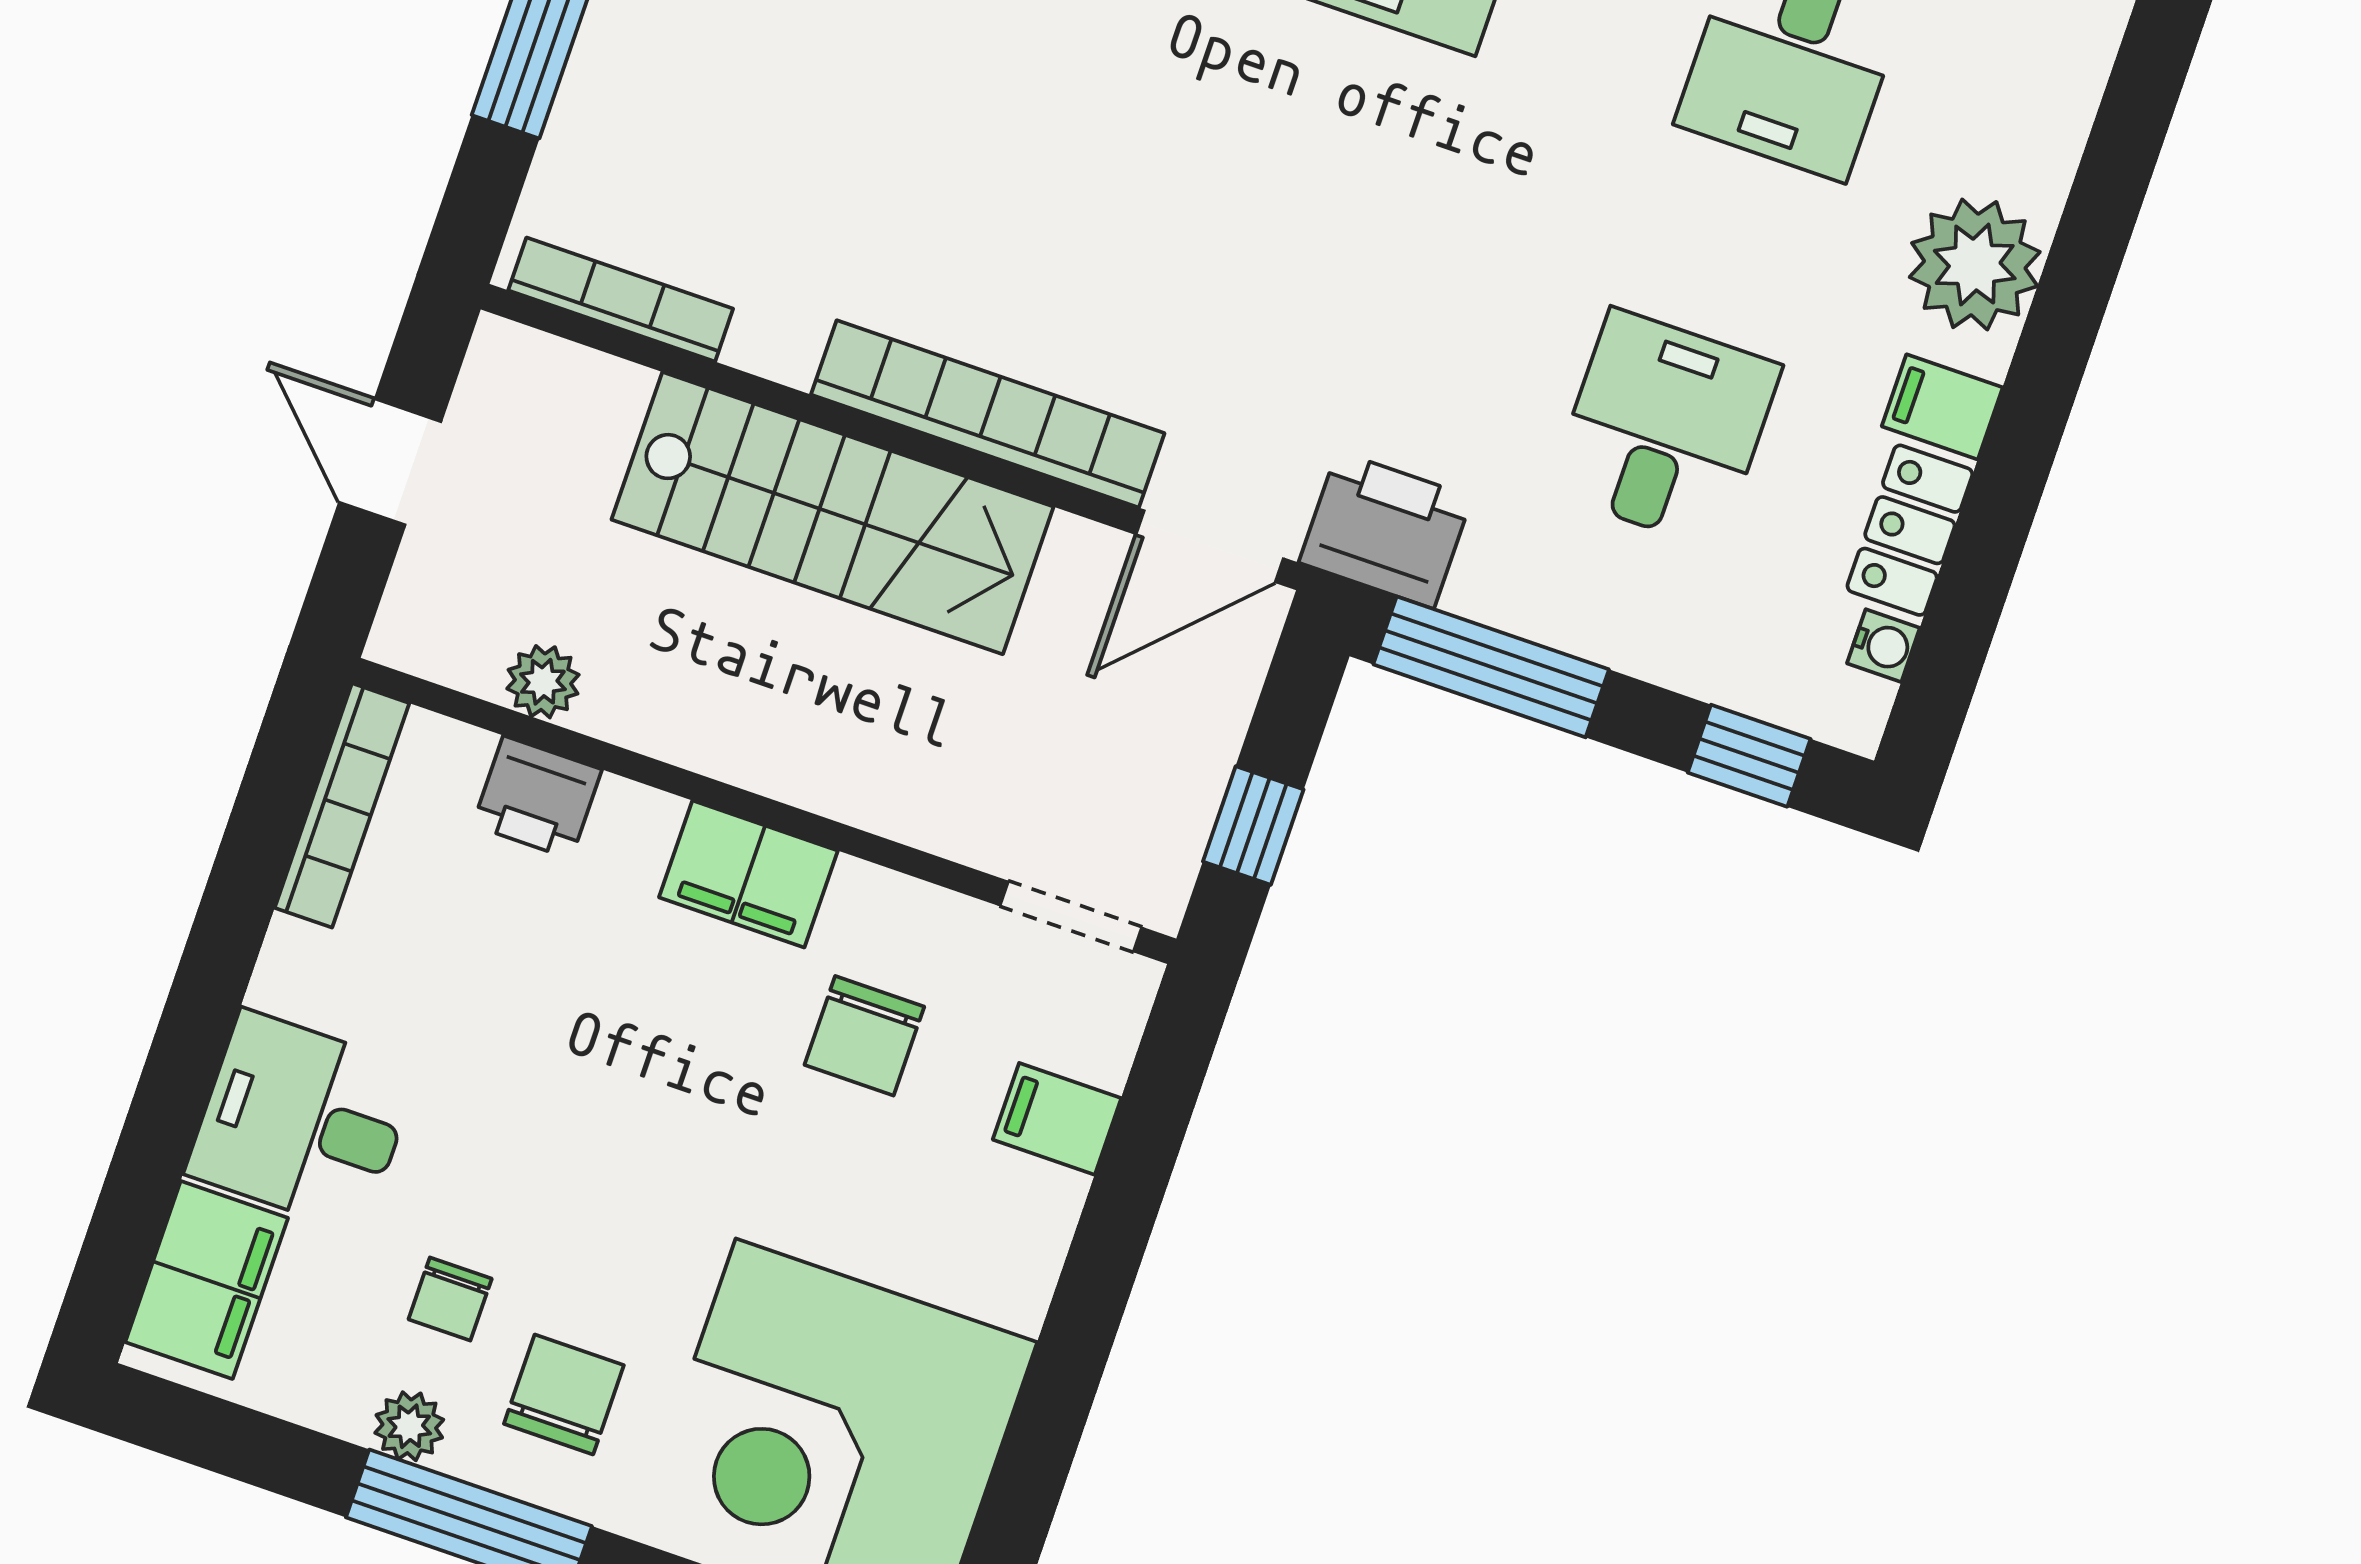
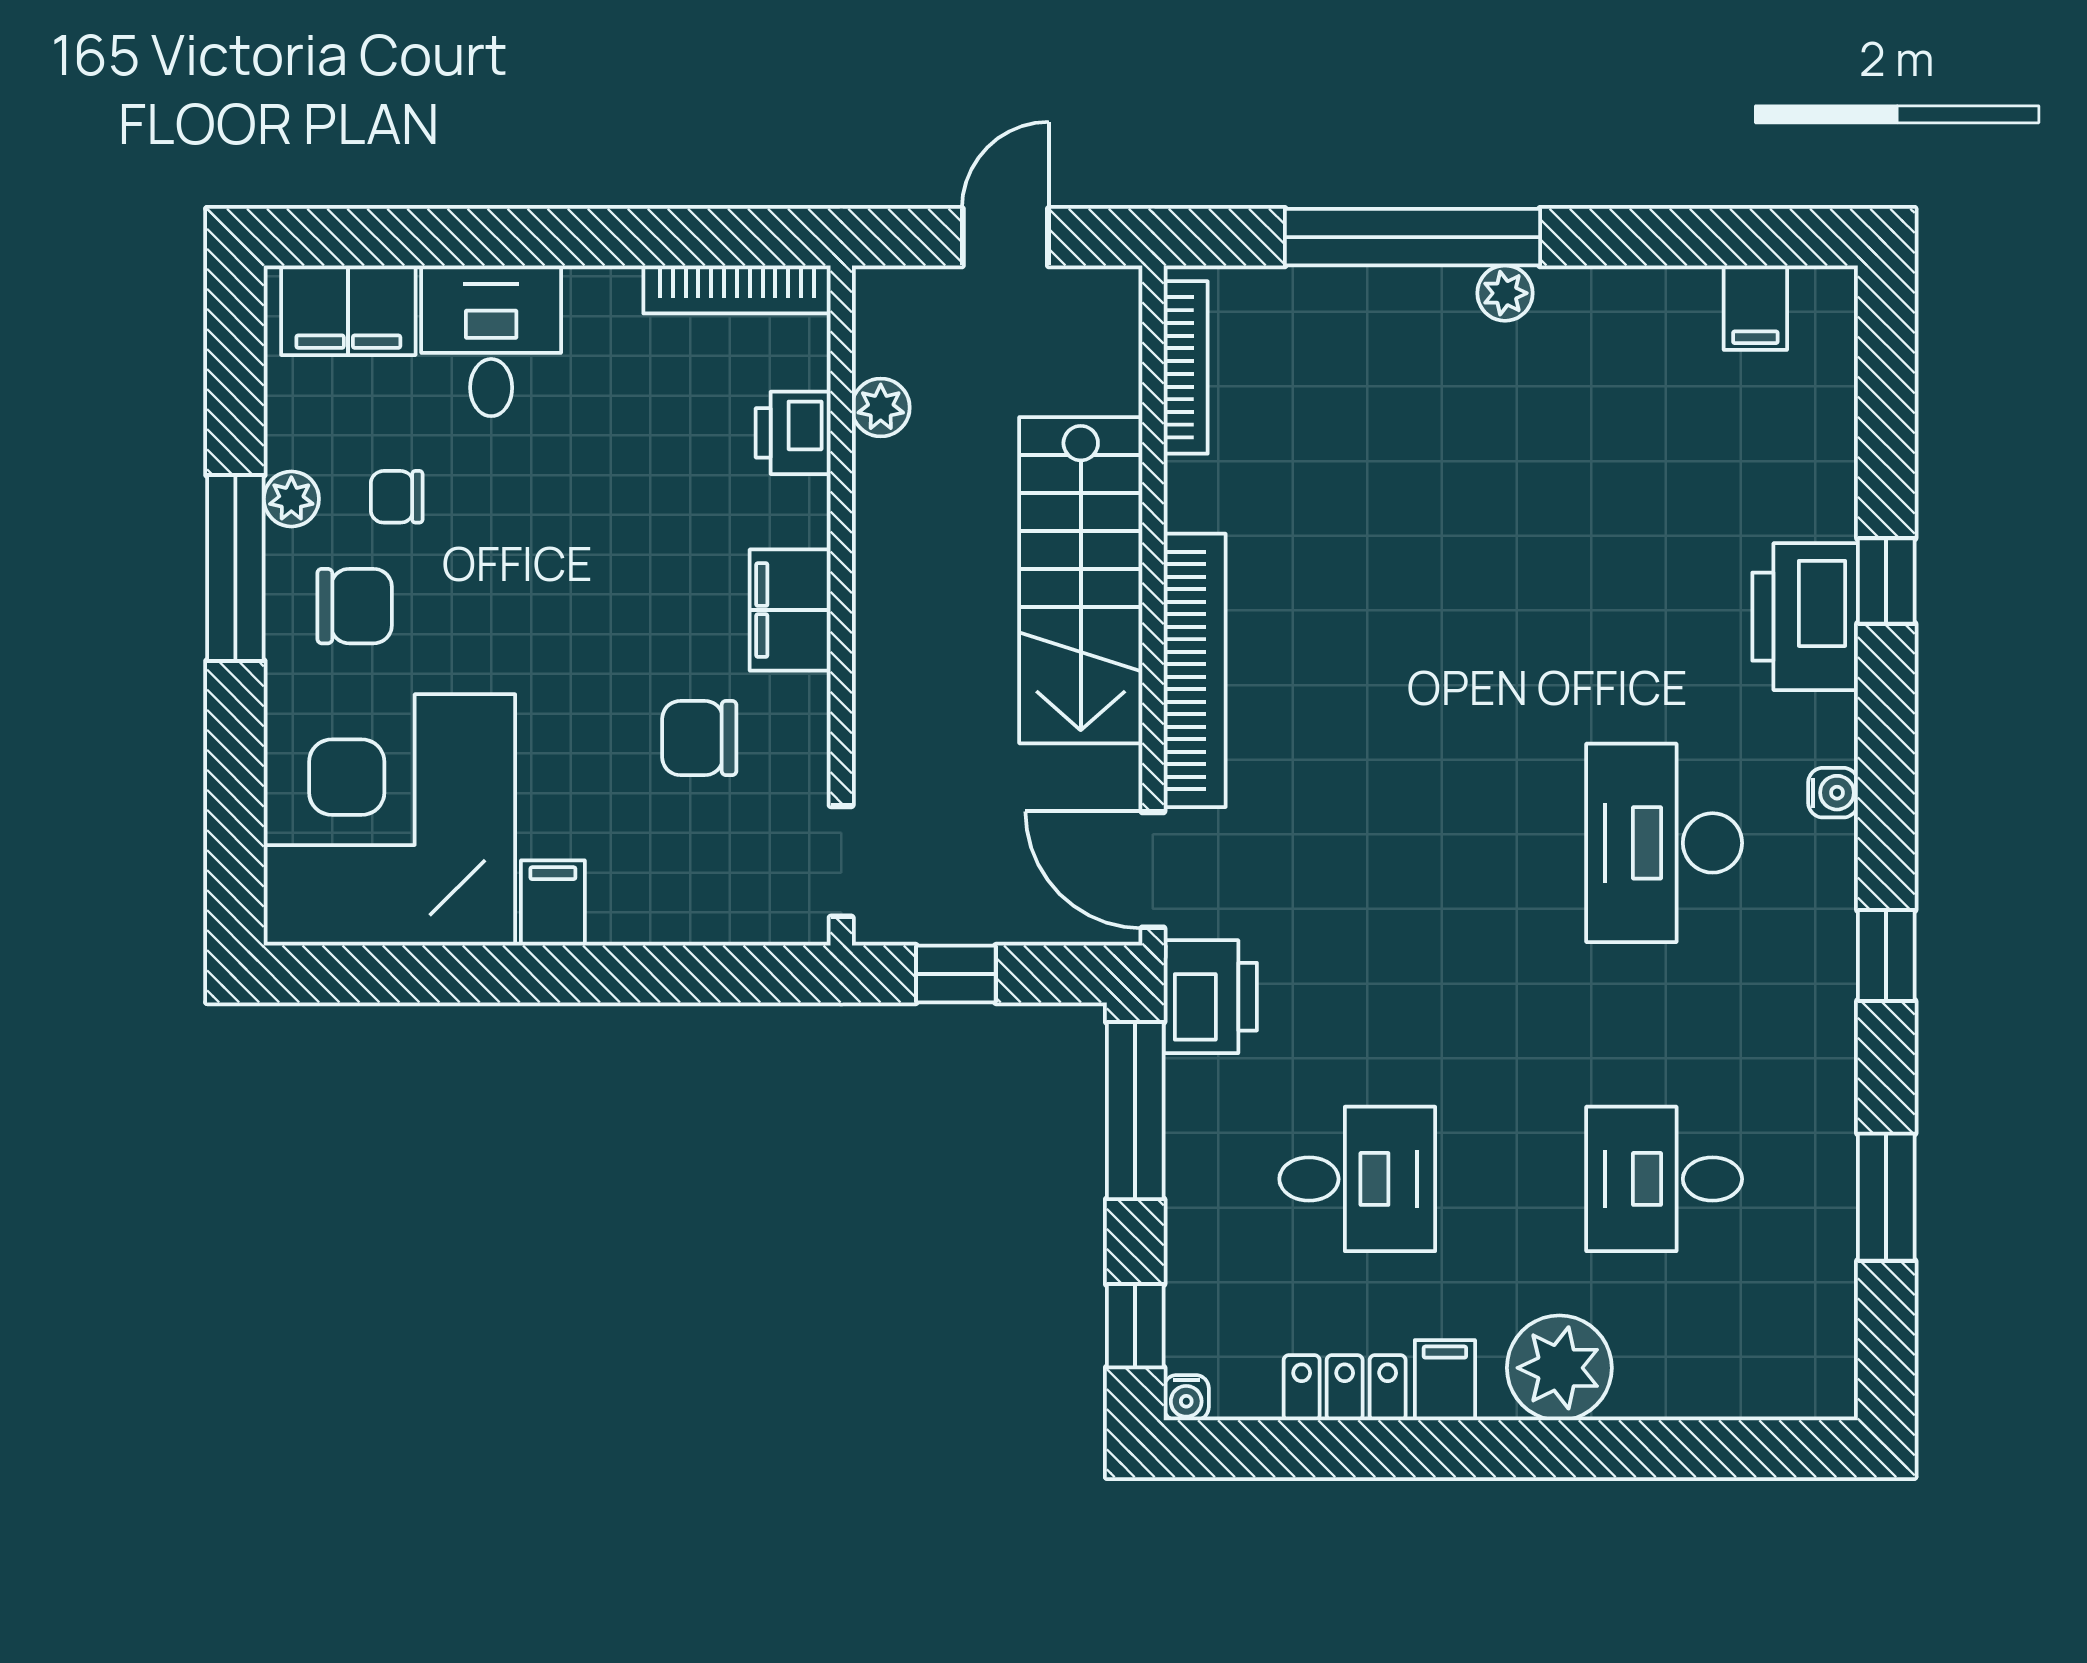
water cooler: (1883, 646) -> (1186, 1398), moved
filing cabinet: (1057, 1119) -> (553, 903), moved

